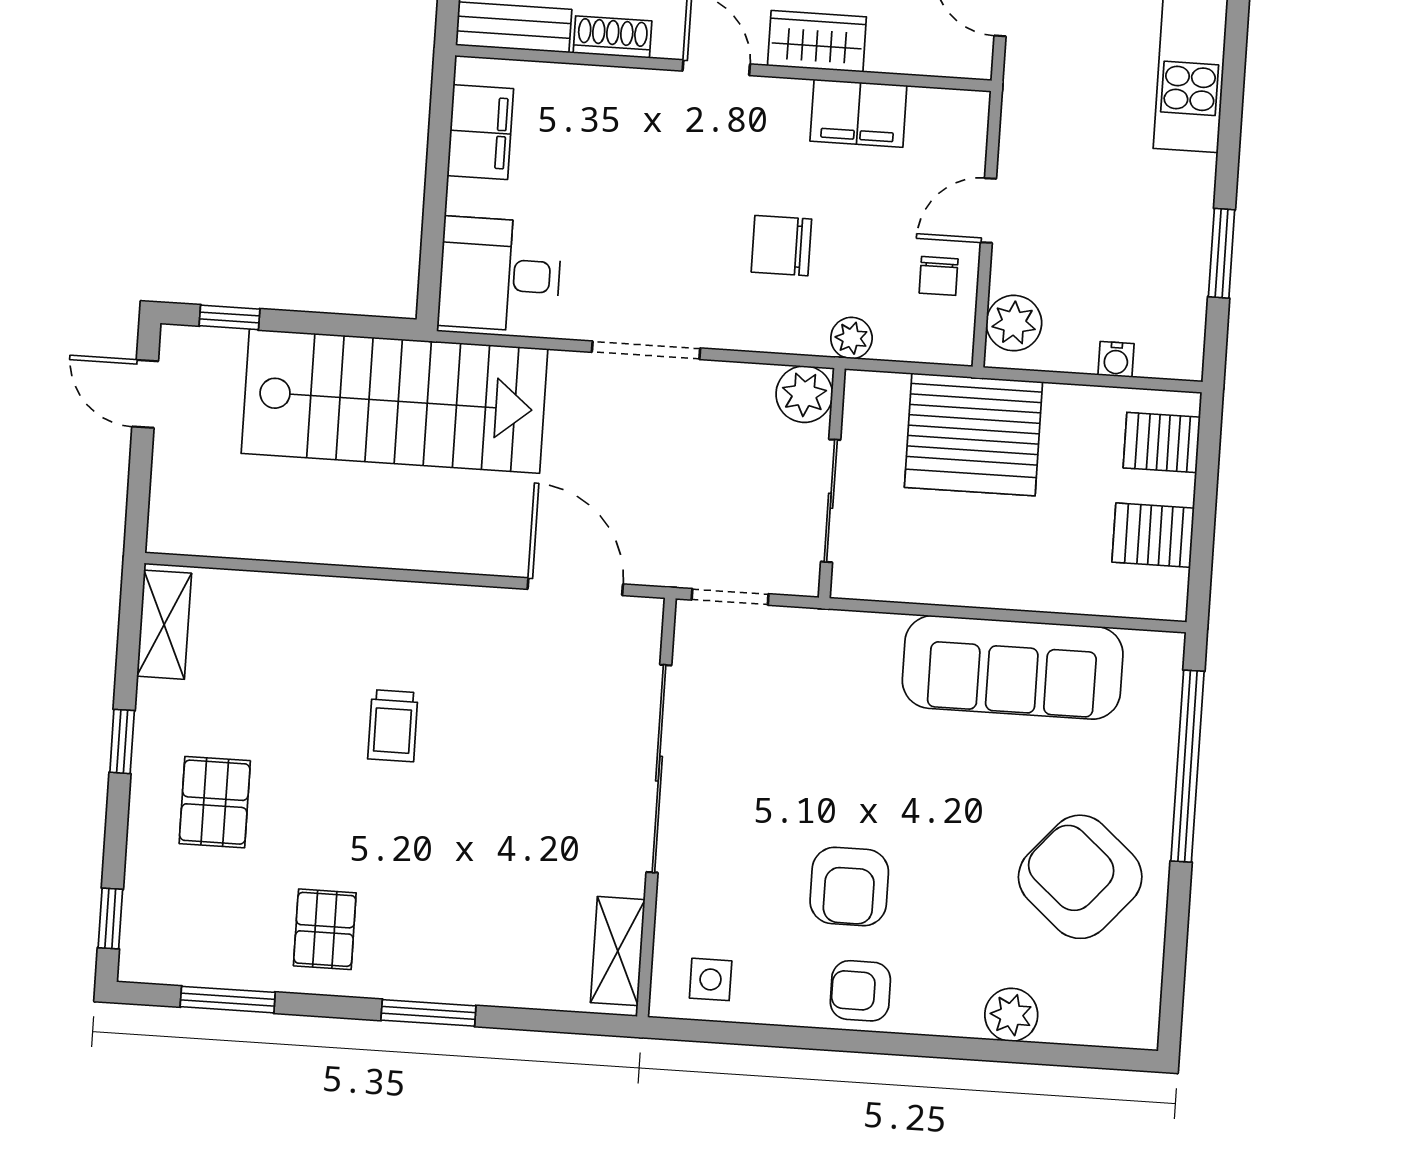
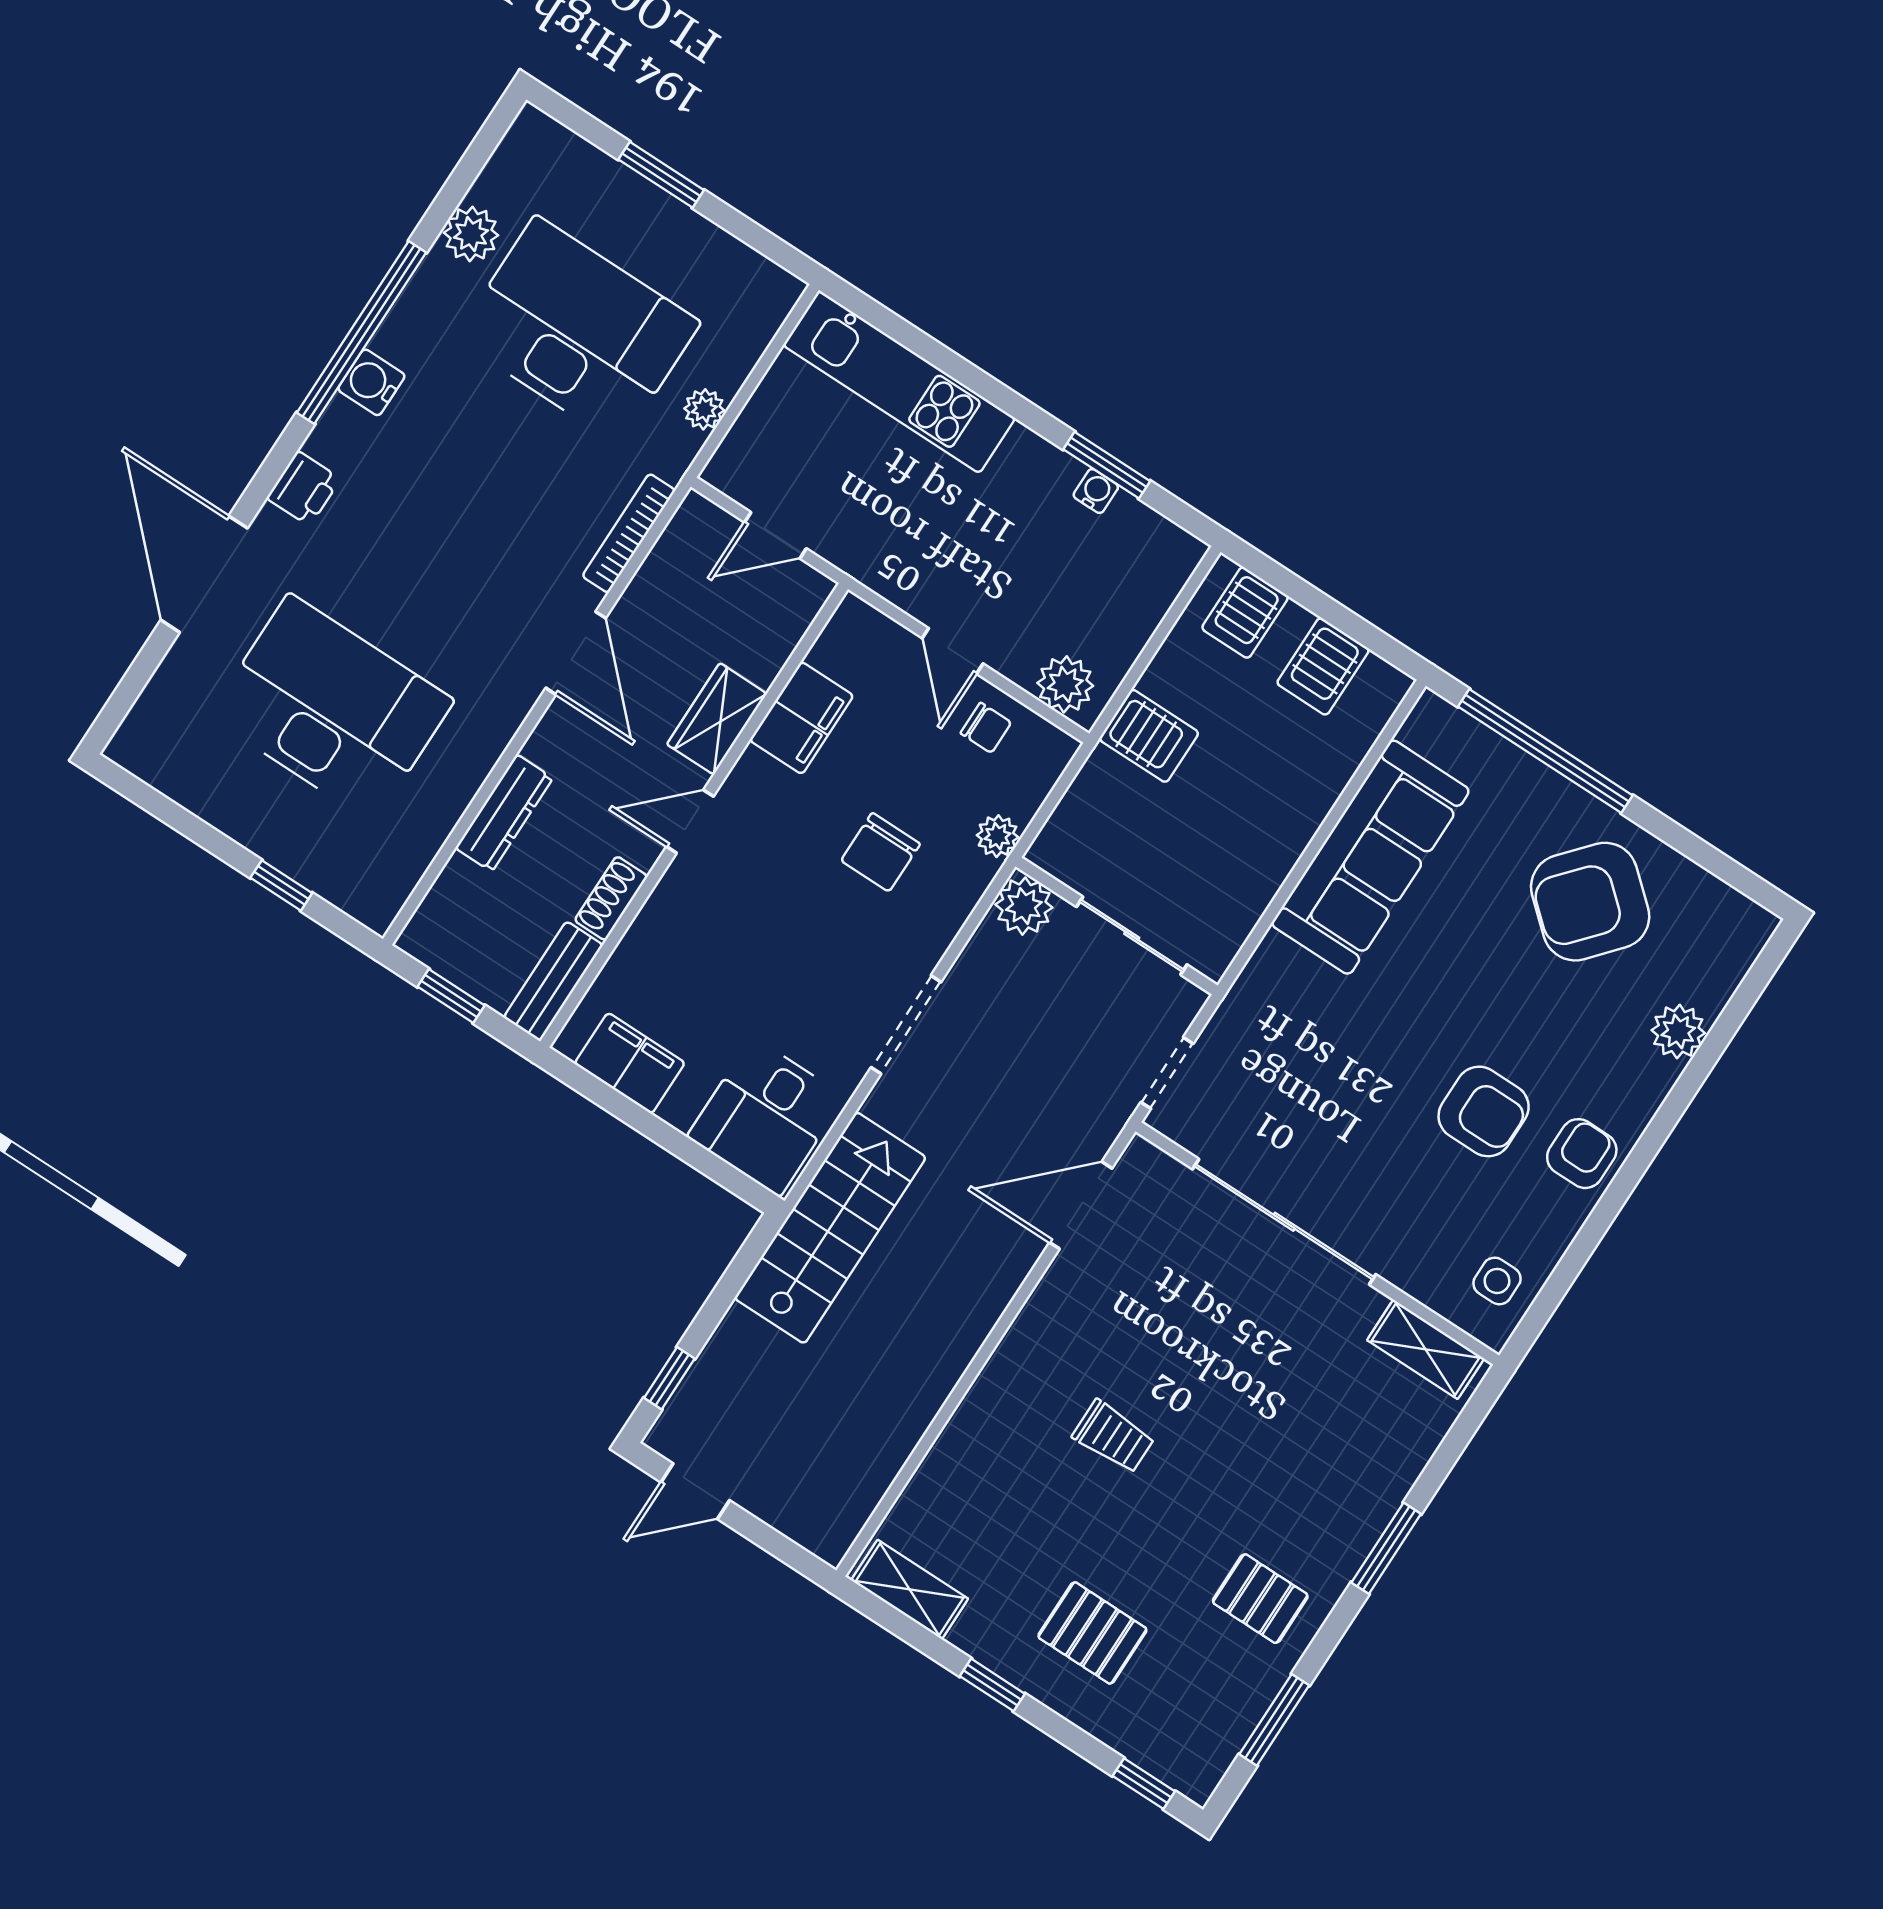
water cooler: (1116, 359) -> (1096, 491), moved, turned -90
stairs: (394, 401) -> (830, 1228), width x0.73, depth x0.66
server rack: (973, 435) -> (1149, 736), width x0.46, depth x0.70
armchair: (860, 991) -> (1582, 1154), turned 180

